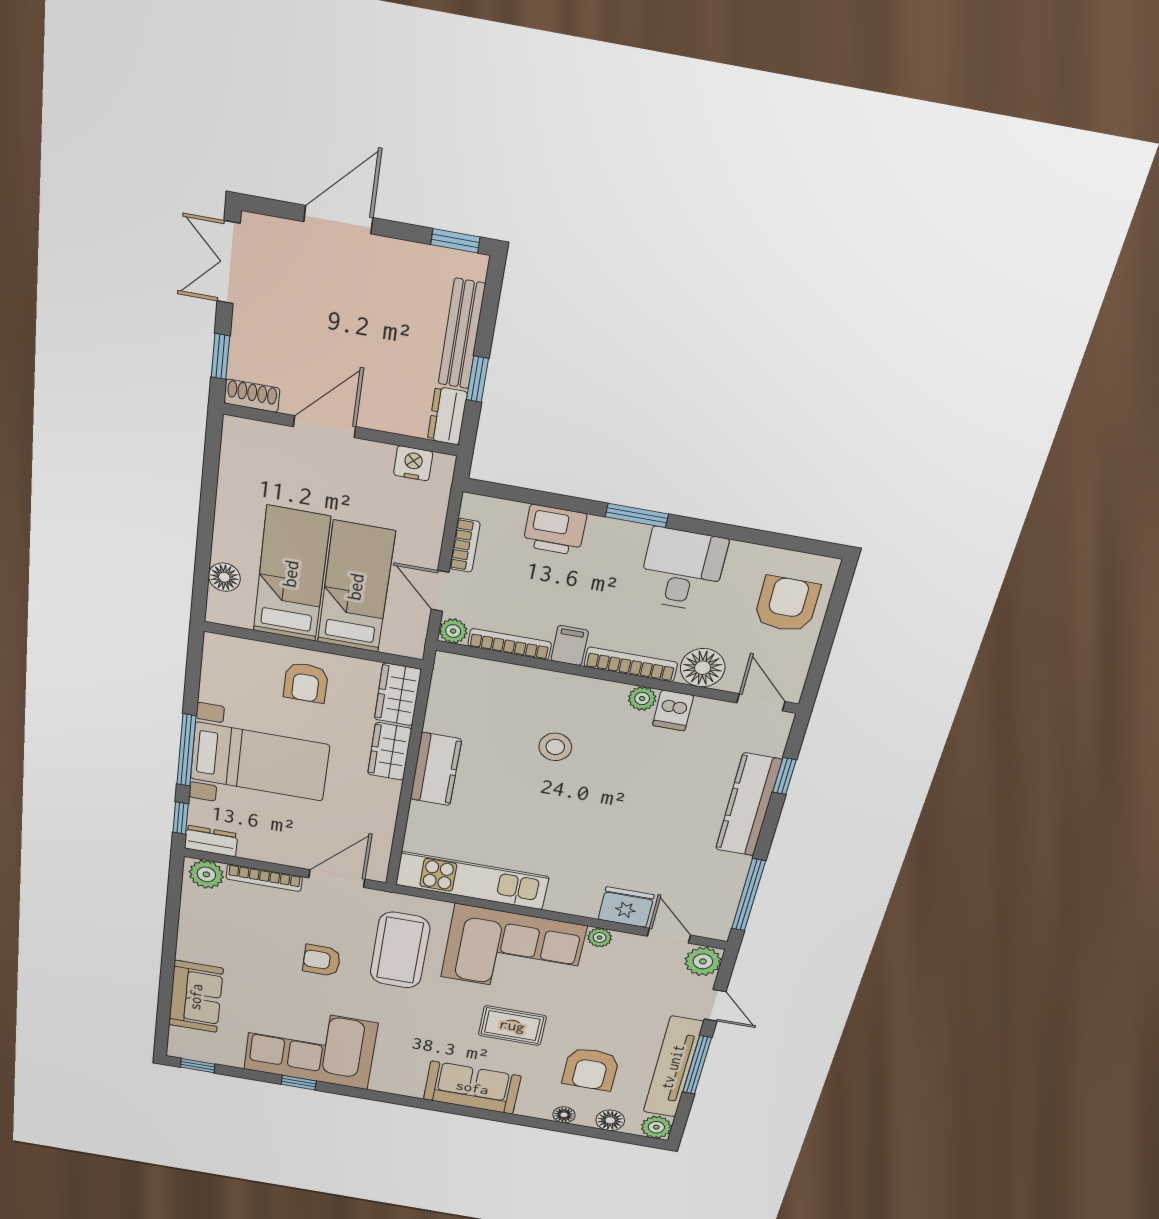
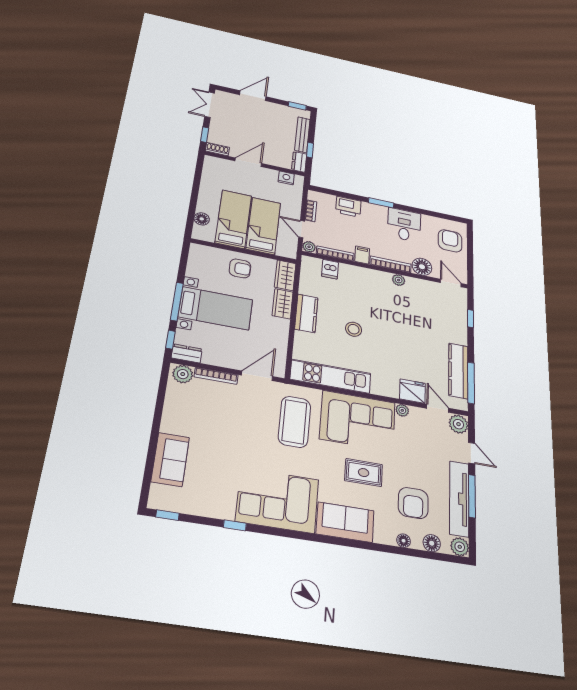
armchair: (306, 683) -> (240, 268), turned -90
dishwasher: (673, 710) -> (330, 269), moved
stool: (555, 747) -> (354, 329), moved
kitchen counter: (748, 805) -> (458, 371), moved
armchair: (322, 960) -> (249, 430), removed
corner sofa: (310, 1046) -> (277, 500), moved

